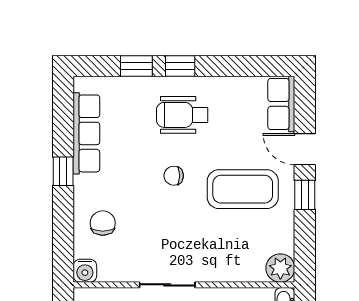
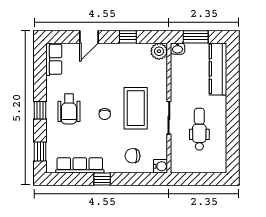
window: (136, 66) -> (40, 151), moved
row of seats: (281, 104) -> (54, 59), moved, turned -90
coffee table: (243, 189) -> (136, 108), moved
window: (305, 195) -> (128, 37), moved

